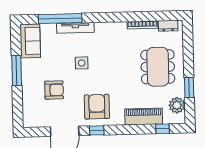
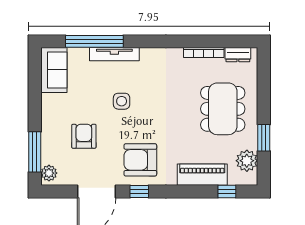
window: (17, 70) -> (35, 152), moved
armchair: (54, 90) -> (84, 136), turned -90
armchair: (97, 107) -> (140, 160), turned -90
plant: (29, 118) -> (49, 173), added

